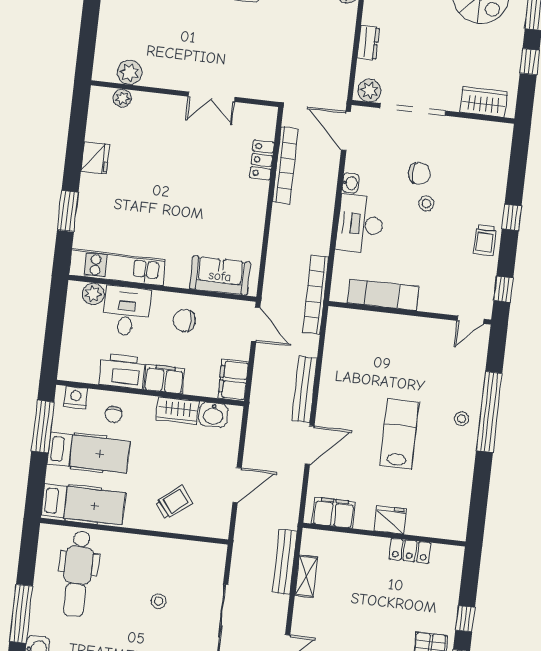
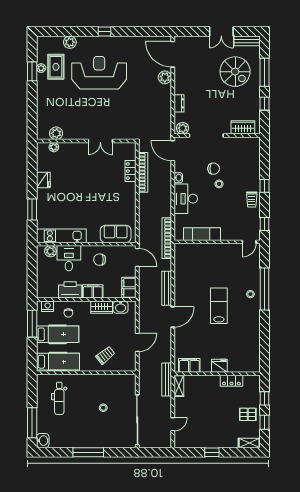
filing cabinet: (334, 513) -> (189, 365), moved
fridge: (390, 520) -> (219, 366), moved
wall: (384, 535) -> (217, 374), moved
locker: (410, 551) -> (231, 381), moved
dental chair: (78, 574) -> (59, 398), width x0.73, depth x0.72

